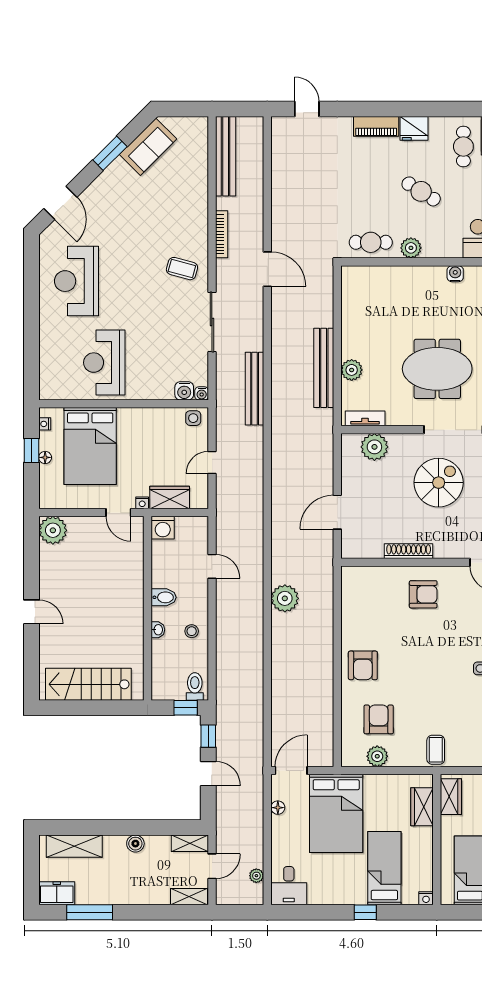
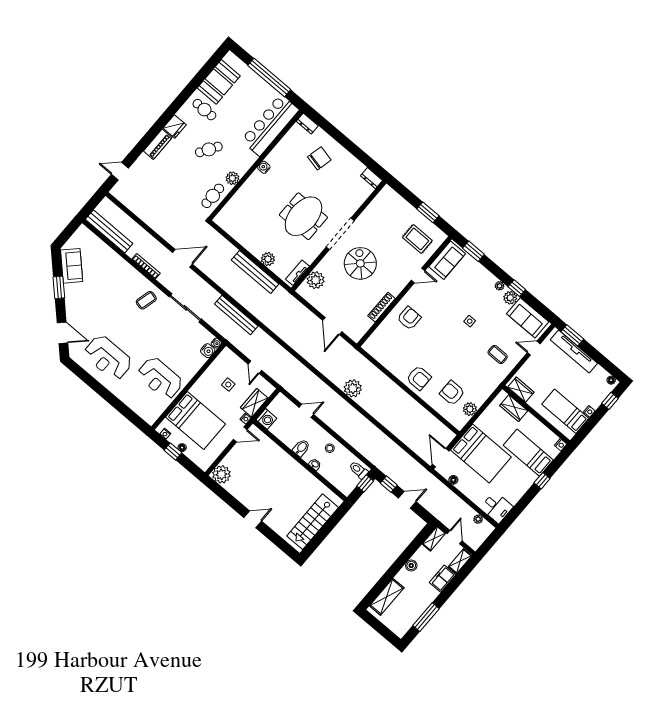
side table: (193, 418) -> (228, 385), moved
coffee table: (436, 750) -> (498, 355), moved
freezer: (57, 893) -> (443, 579), moved

